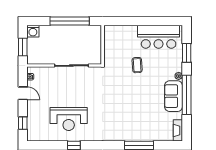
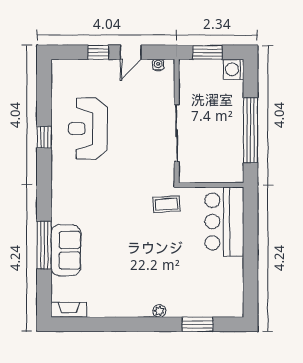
bar counter: (159, 37) -> (224, 222), moved
coffee table: (137, 65) -> (166, 204), moved
window: (187, 95) -> (128, 324), removed
sofa: (174, 96) -> (66, 250), moved, turned 90
window: (23, 123) -> (98, 52), moved

